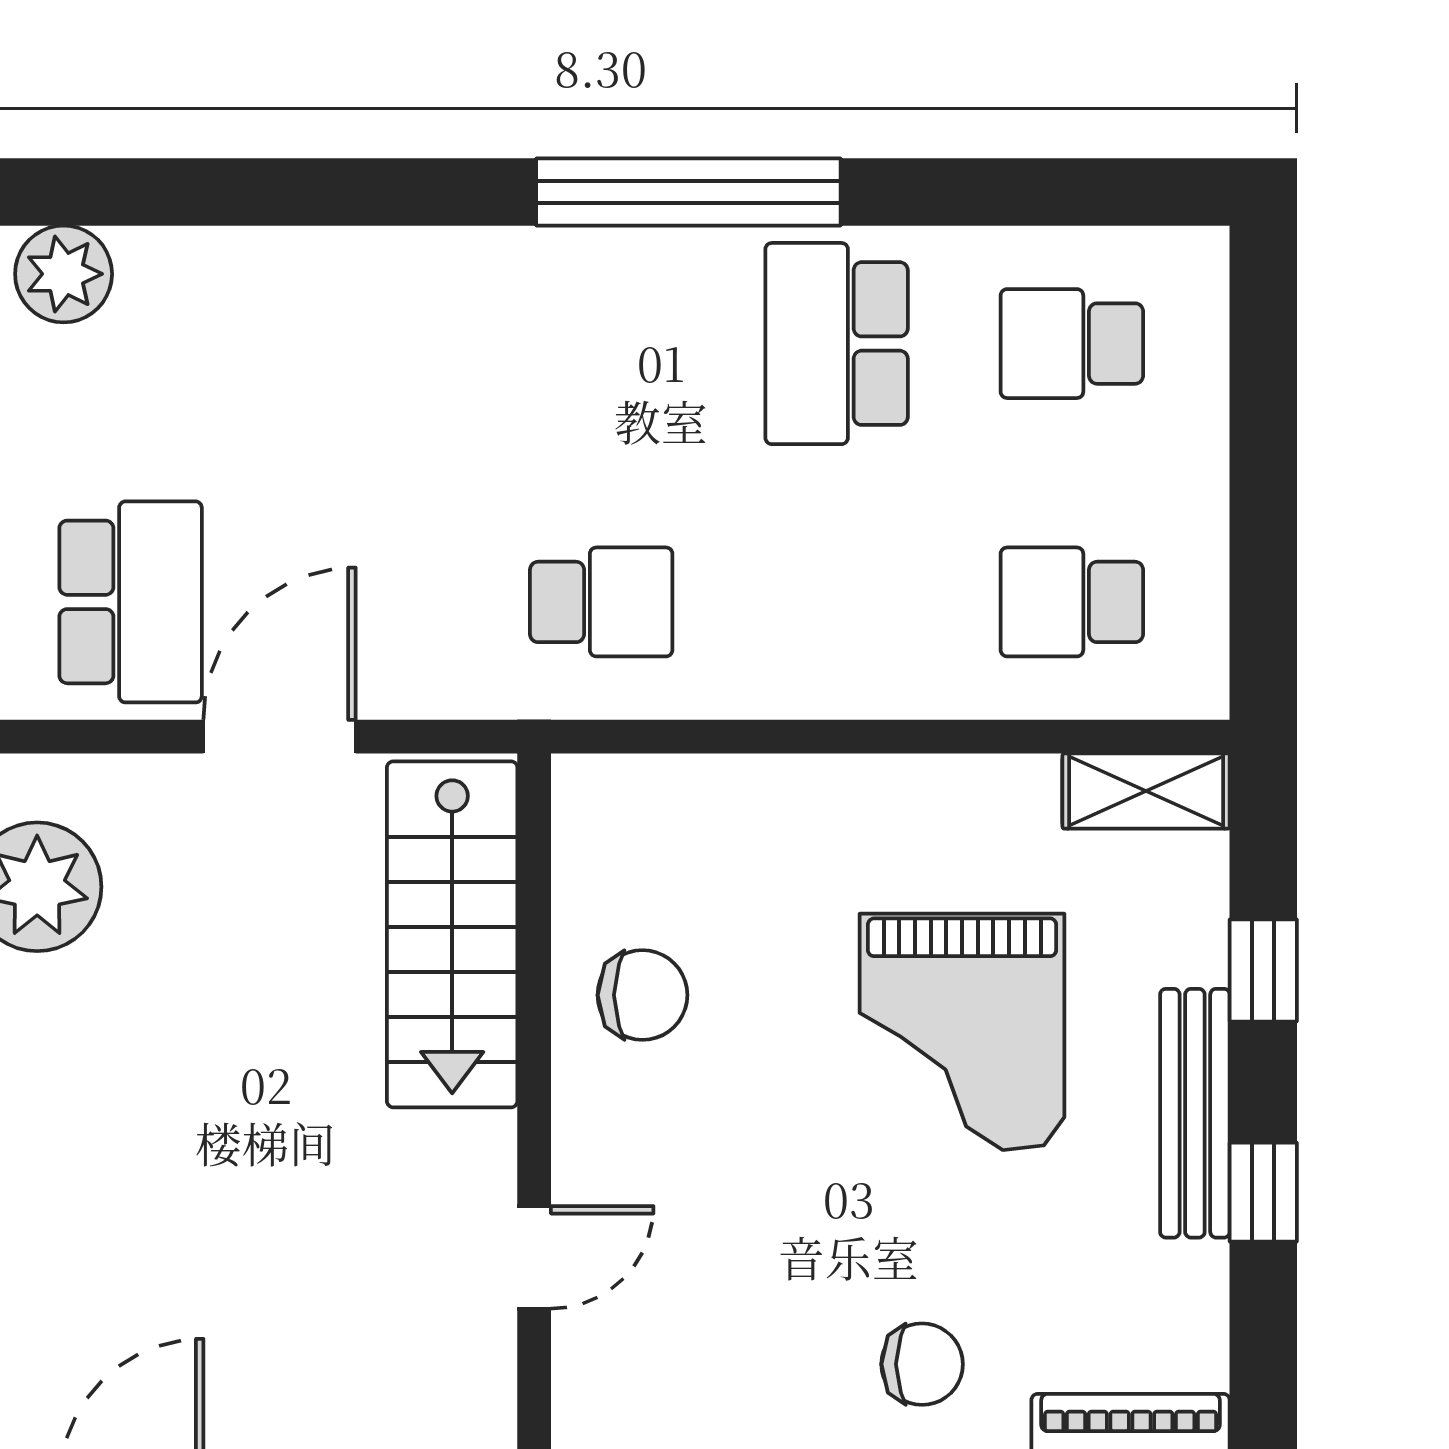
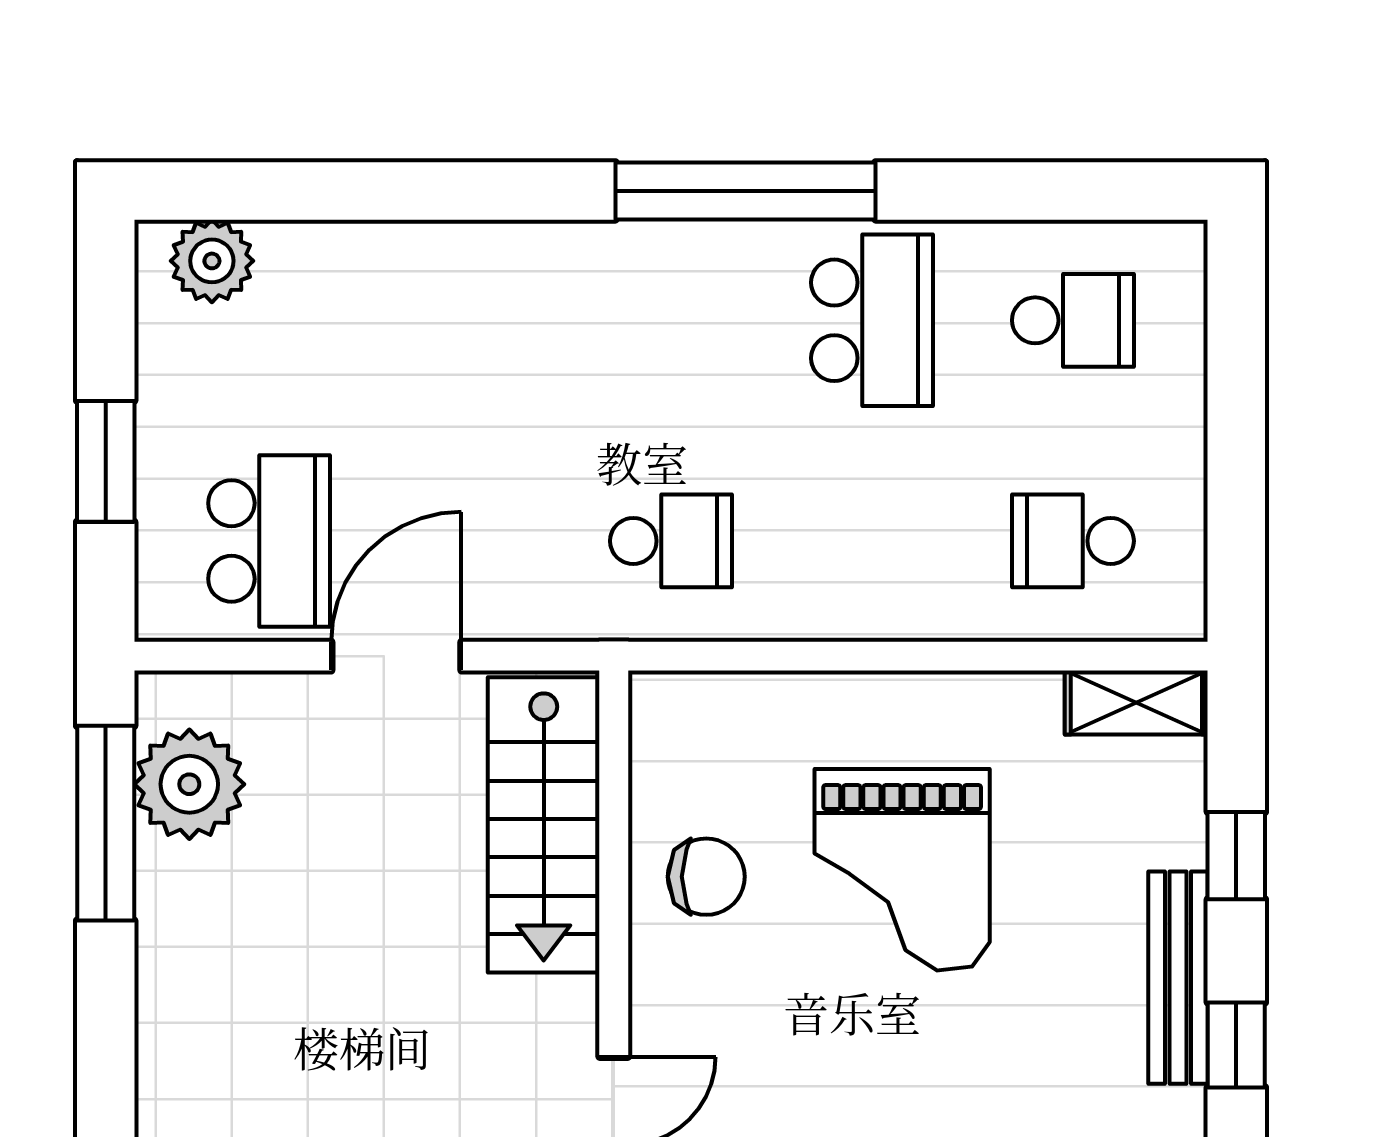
school desk: (837, 344) -> (872, 320), turned 180
school desk: (1072, 344) -> (1073, 320), turned 180
grand piano: (962, 1032) -> (902, 870), moved

